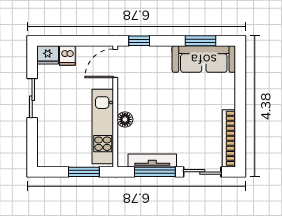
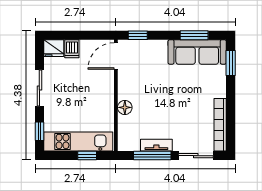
window: (240, 71) -> (231, 63), added
kitchen unit: (103, 126) -> (78, 141), moved, turned 90
window: (32, 145) -> (39, 131), added
tv unit: (152, 160) -> (156, 145), width x0.71
window: (84, 172) -> (87, 156), width x0.67

